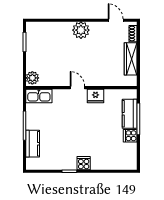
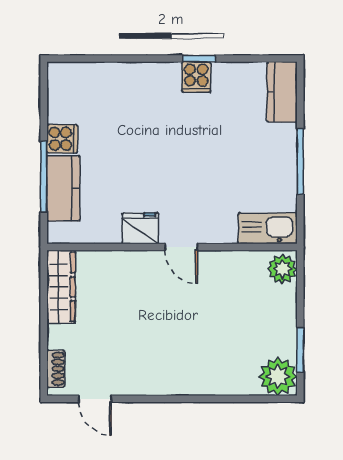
plant: (81, 30) -> (278, 376), moved
wardrobe: (131, 59) -> (61, 287), moved
kitchen counter: (33, 144) -> (282, 92), moved
cooker: (84, 163) -> (196, 77), moved

